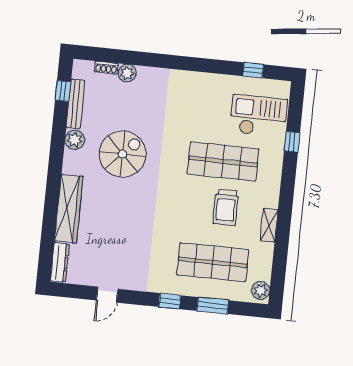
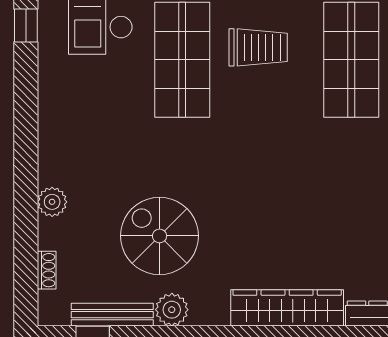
plant: (127, 73) -> (52, 202), moved
spiral stairs: (123, 154) -> (160, 236), moved

